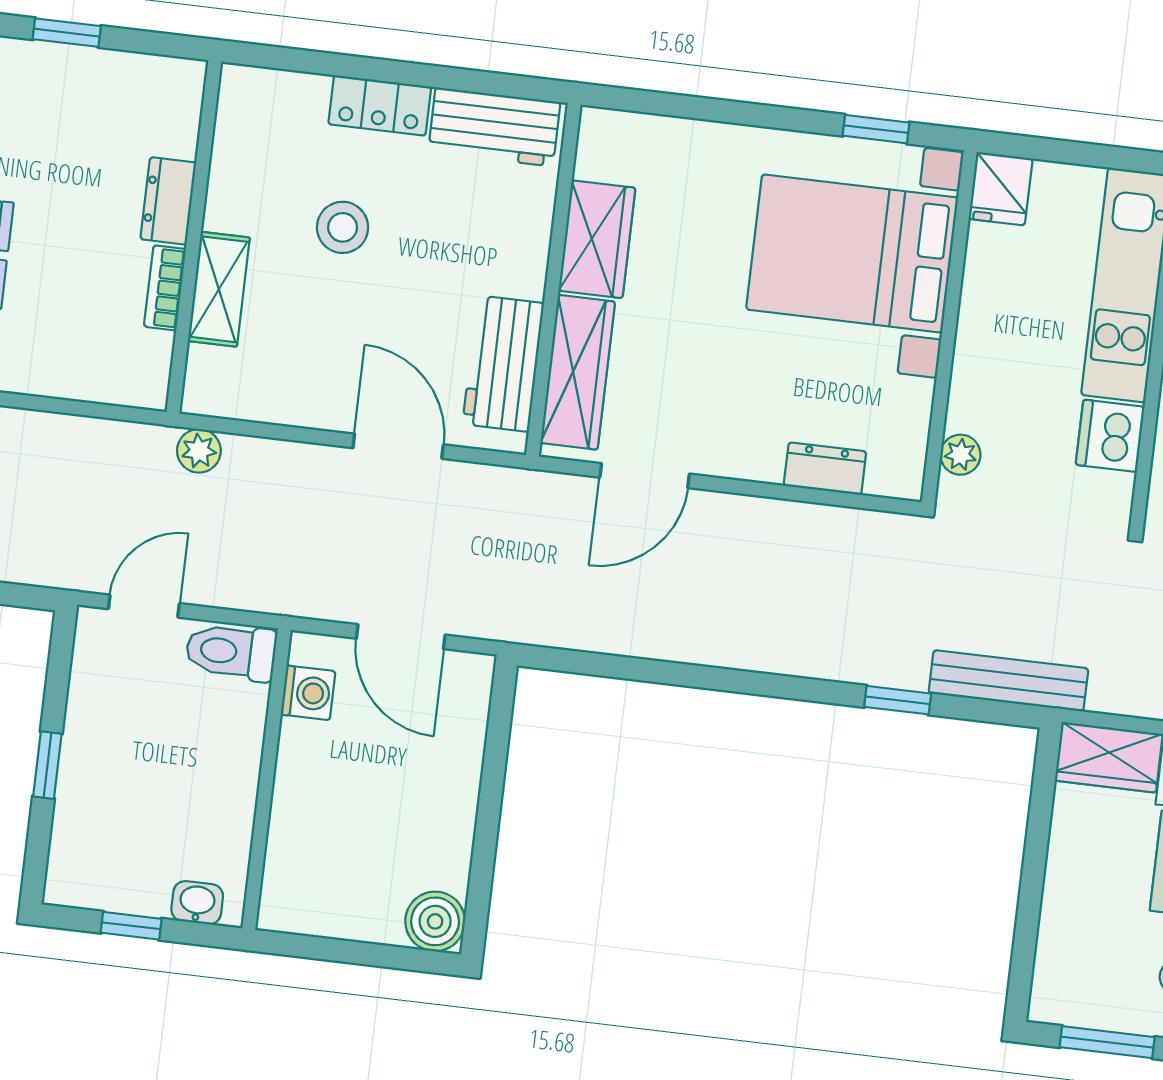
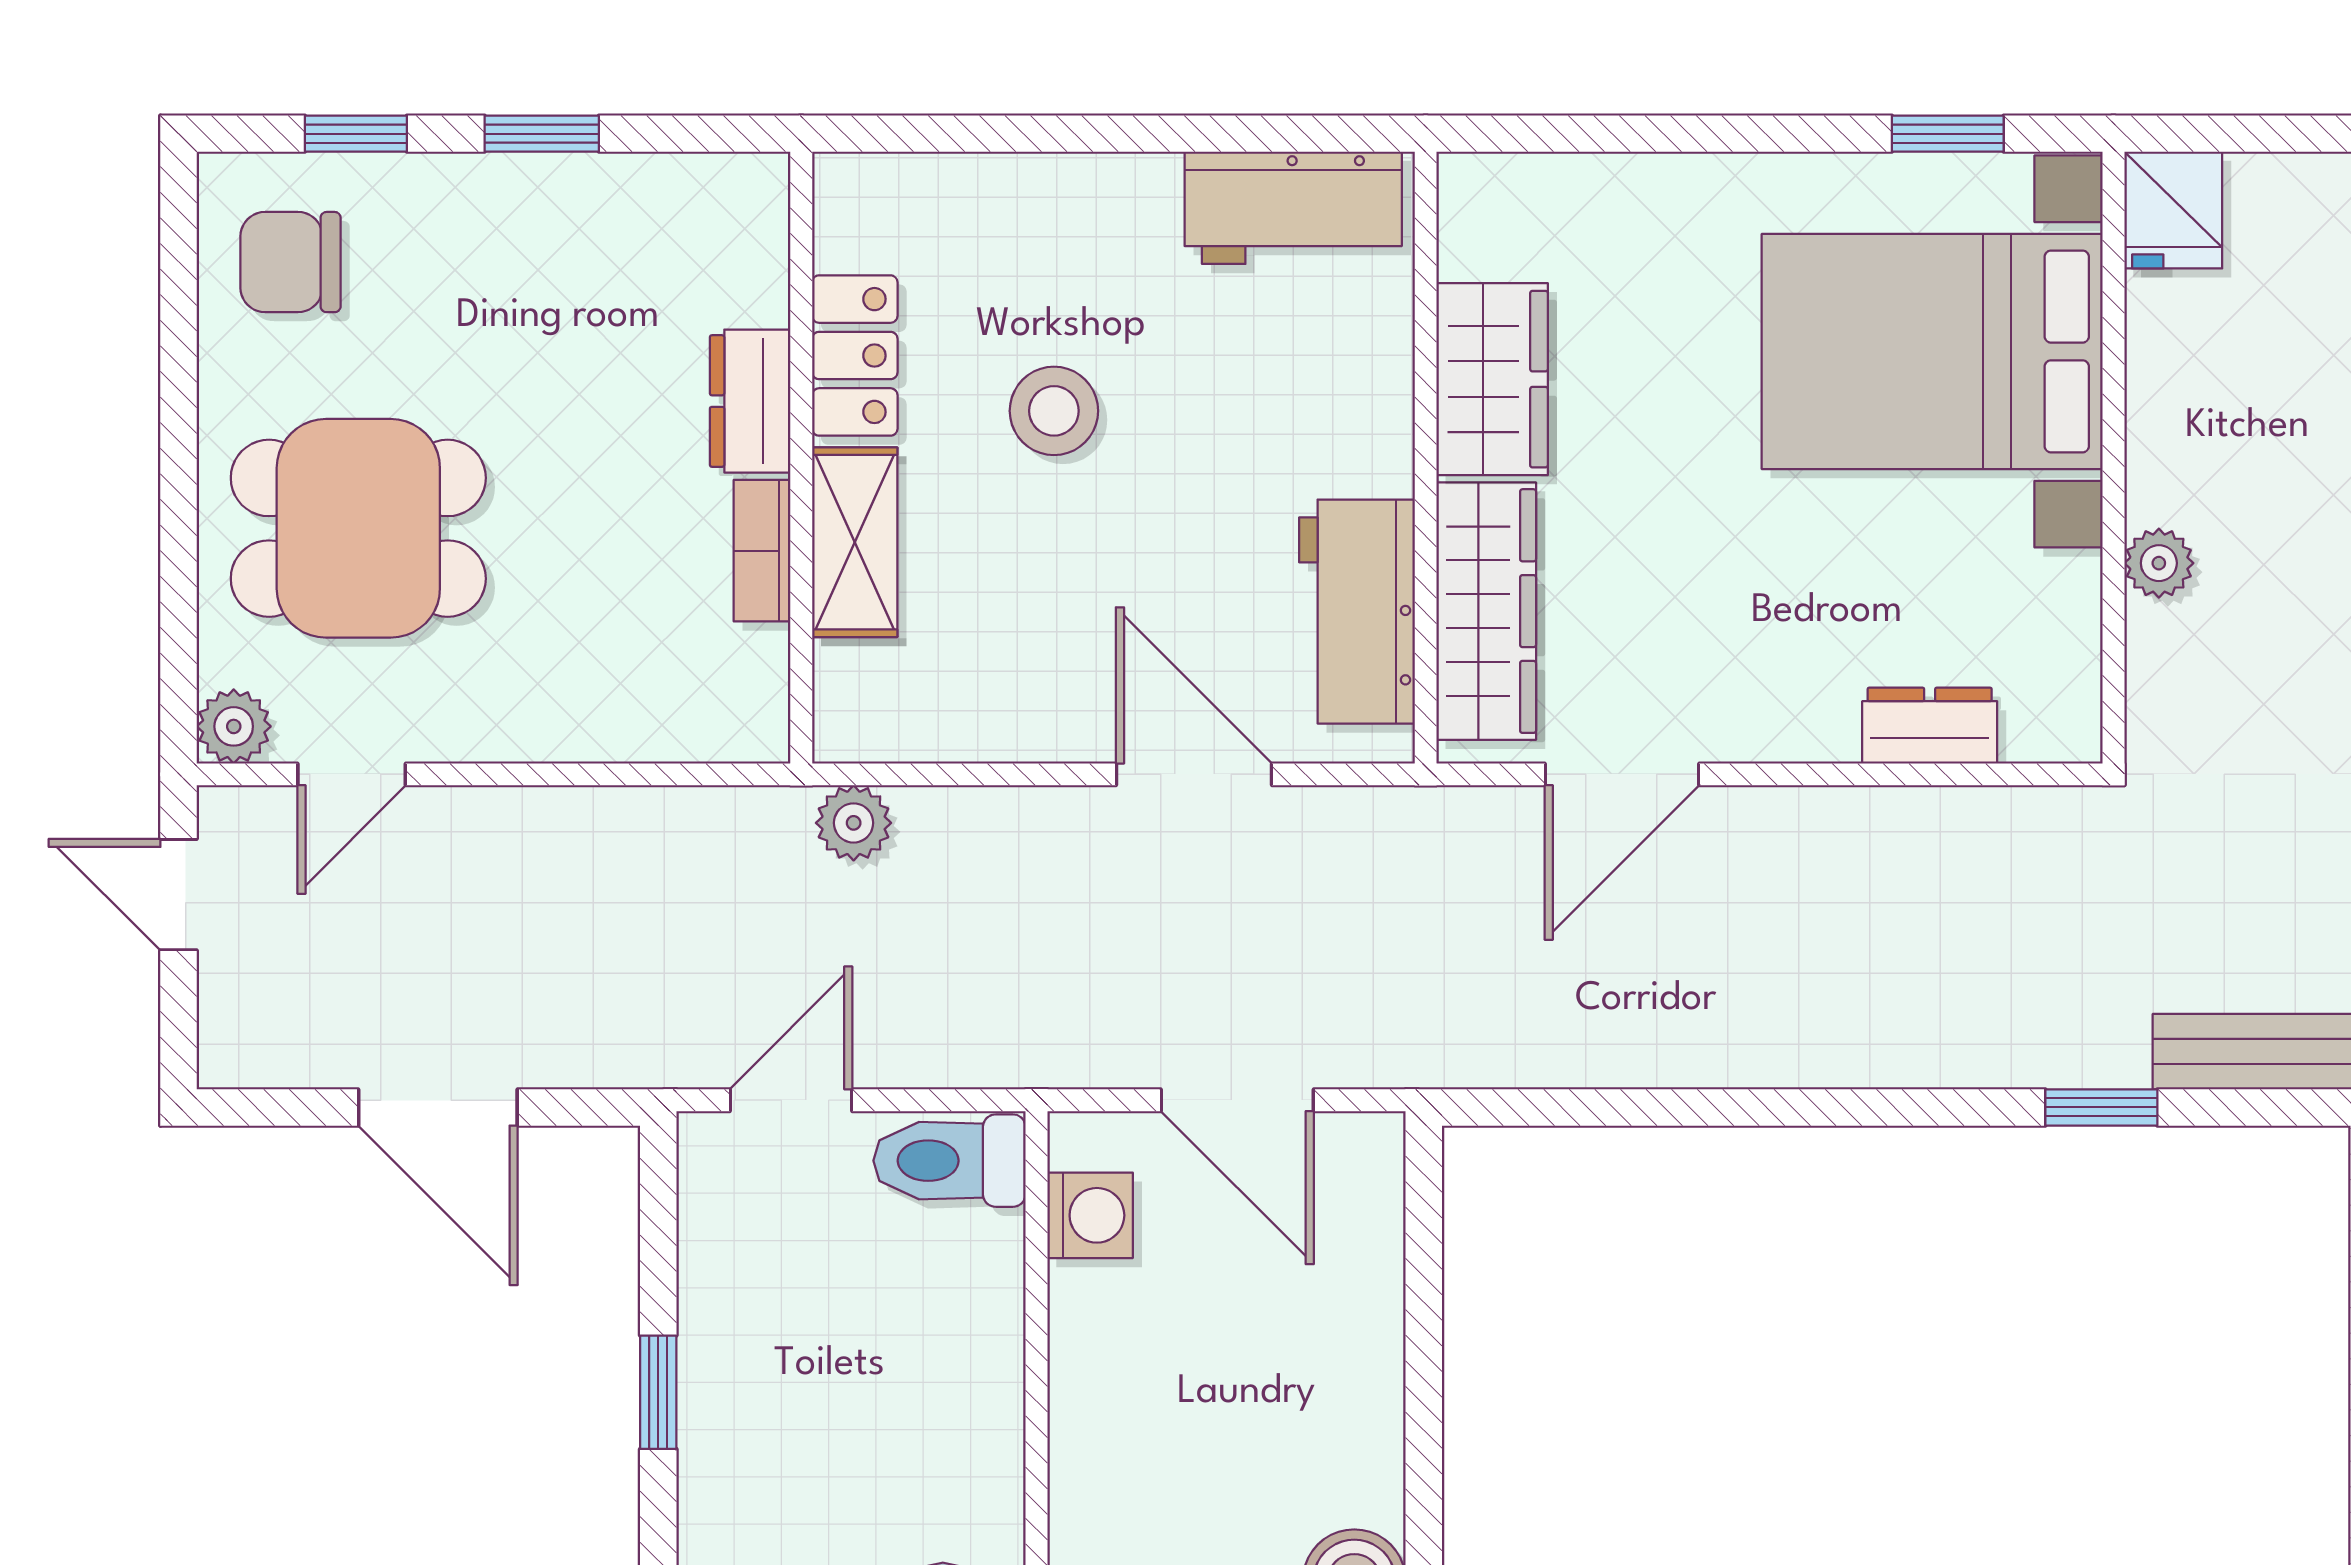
locker: (380, 105) -> (855, 356), moved, turned -90
plant: (960, 455) -> (2159, 563), moved

